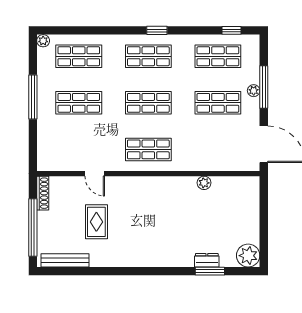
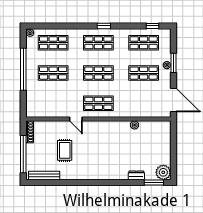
window: (264, 87) -> (173, 63), width x0.69
window: (33, 97) -> (23, 69), width x1.46
door: (95, 174) -> (76, 119), moved
window: (210, 271) -> (154, 182), moved

